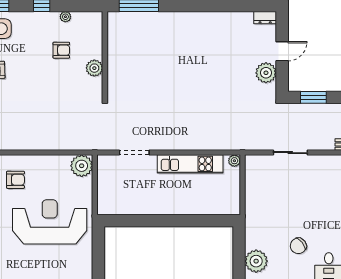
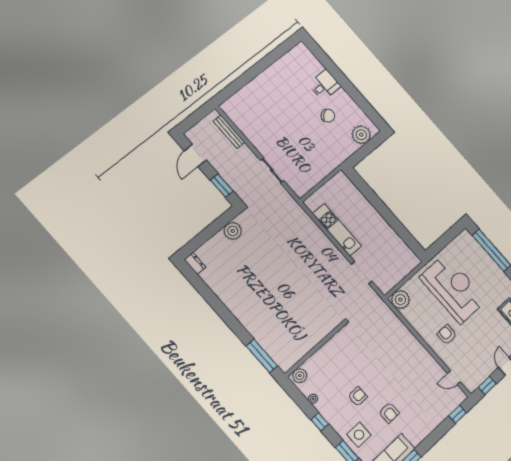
armchair: (61, 50) -> (358, 397), moved, turned 90
door: (282, 51) -> (208, 232), removed
plant: (94, 68) -> (300, 376), moved
plant: (234, 161) -> (310, 203), removed
reception desk: (50, 222) -> (453, 289), turned 180

